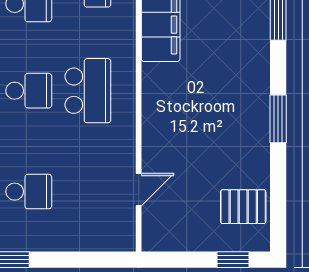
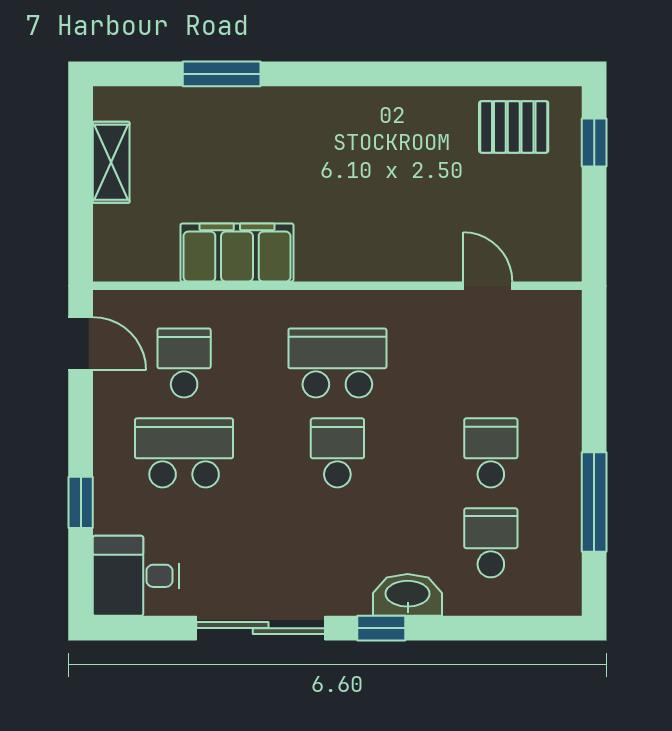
window: (278, 119) -> (380, 74), removed
pallet: (243, 207) -> (514, 127), turned 90

